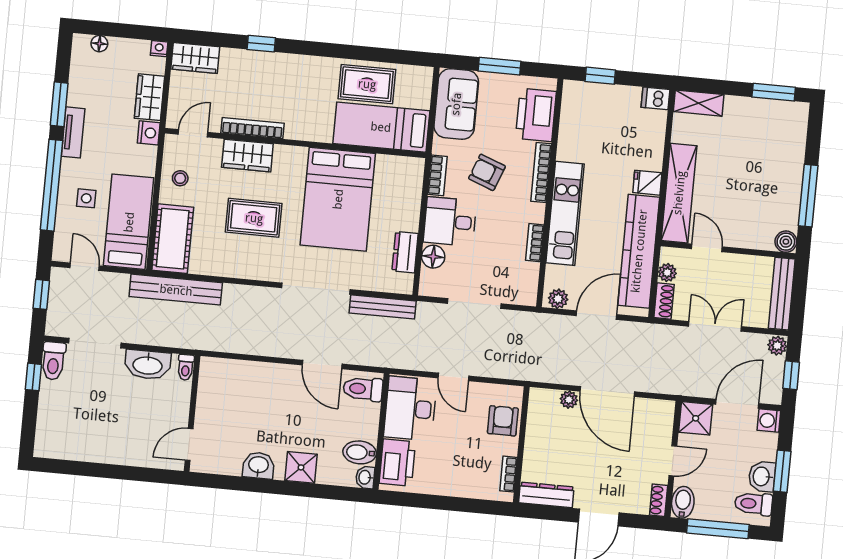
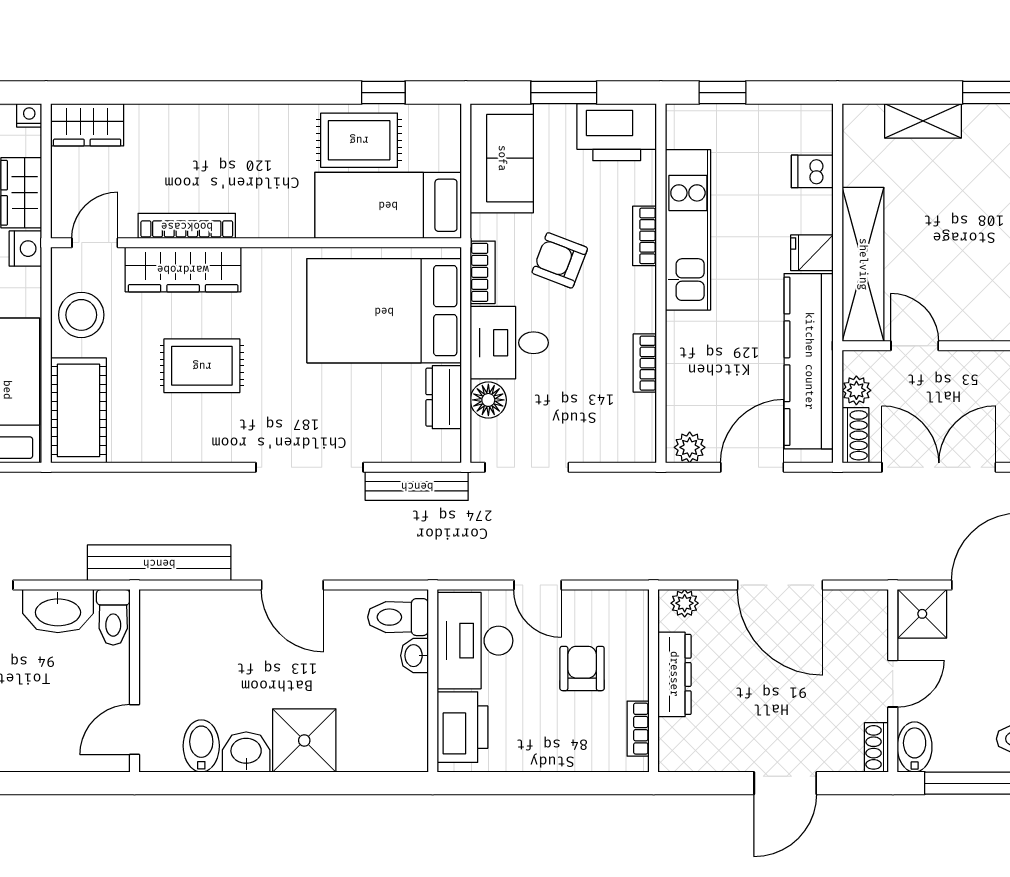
window: (261, 44) -> (383, 93), moved
dishwasher: (656, 98) -> (812, 171), moved
shelving: (699, 103) -> (923, 121), moved
printer: (536, 115) -> (617, 132), moved, turned -90
wardrobe: (247, 156) -> (183, 269), width x1.50
bookcase: (541, 173) -> (645, 236), width x0.64
stool: (180, 178) -> (81, 315), width x1.89, depth x1.89
bed: (338, 199) -> (384, 311), moved, turned 90
kitchen unit: (565, 213) -> (688, 230), moved
bench: (176, 290) -> (159, 563), moved
doorway: (474, 304) -> (527, 467), moved
double door: (715, 326) -> (939, 467), width x1.37
door: (322, 365) -> (292, 585), moved
toilet: (186, 367) -> (113, 617), width x1.37, depth x1.39
plant: (569, 400) -> (685, 603), moved
armchair: (503, 421) -> (582, 668), moved
bidet: (360, 452) -> (201, 746), moved, turned 90
shower: (301, 467) -> (304, 740), width x1.36, depth x1.36
washbasin: (365, 477) -> (414, 656), moved
dresser: (546, 495) -> (674, 674), moved, turned 90

